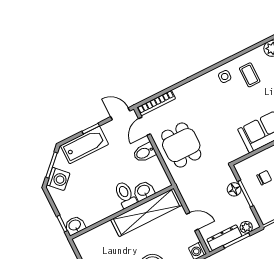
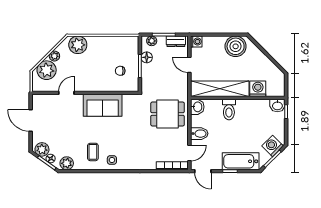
dining table: (181, 145) -> (168, 114), moved, turned 90
floor lamp: (234, 189) -> (147, 57), moved
washbasin: (144, 191) -> (197, 107), moved, turned -90
washing machine: (105, 233) -> (258, 89), added
dresser: (224, 238) -> (176, 41), width x0.70

